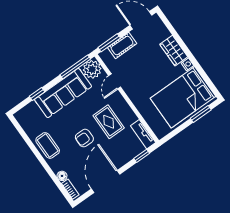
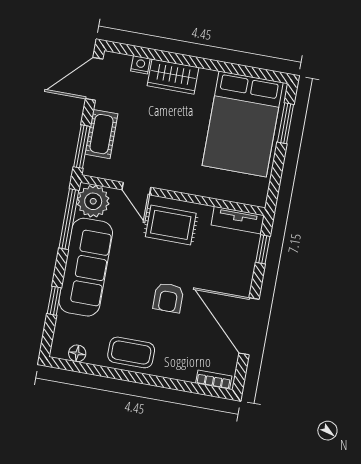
nightstand: (188, 64) -> (140, 65), moved
rug: (109, 122) -> (171, 225), moved
floor lamp: (62, 176) -> (77, 353), moved

